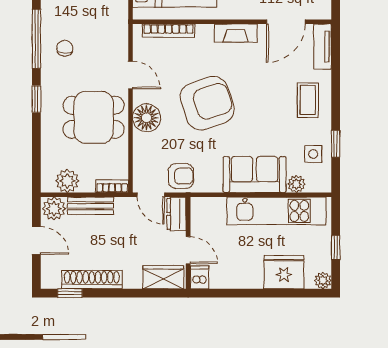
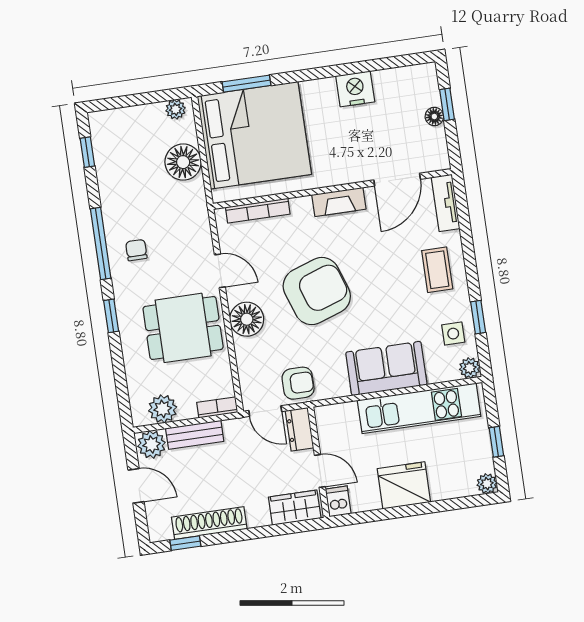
plant: (296, 184) -> (470, 368), moved
fridge: (284, 272) -> (404, 485), moved

